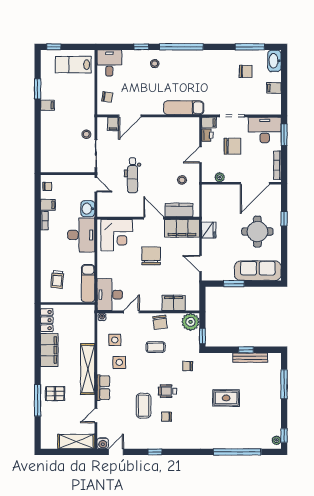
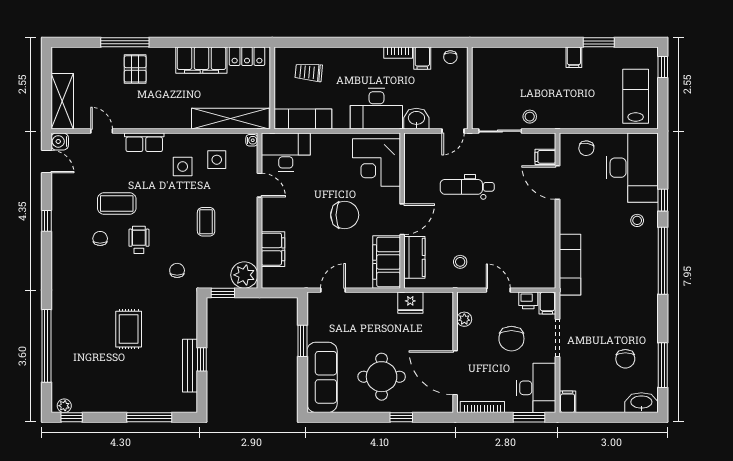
desk: (109, 63) -> (632, 168), width x1.87, depth x1.30
filing cabinet: (274, 88) -> (568, 402), moved
fridge: (209, 230) -> (410, 303), moved
chair: (160, 322) -> (244, 228), removed
shelving: (88, 369) -> (230, 119), moved

